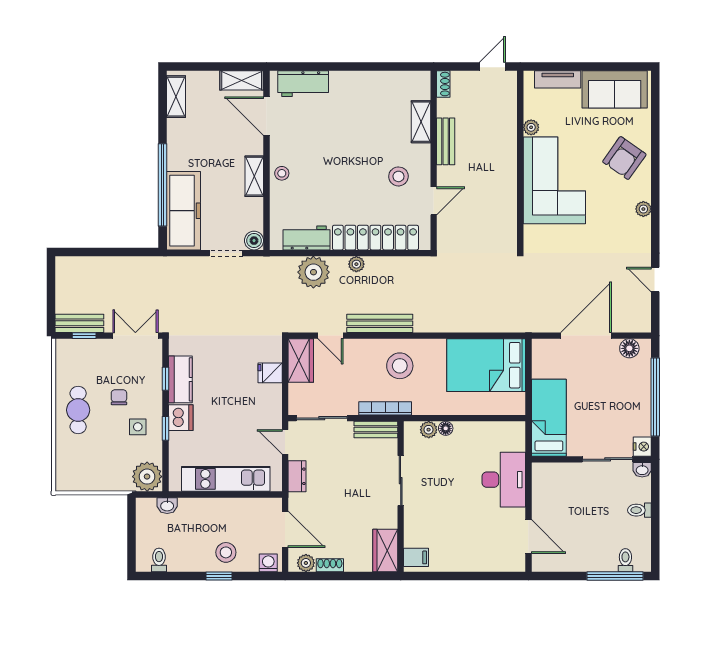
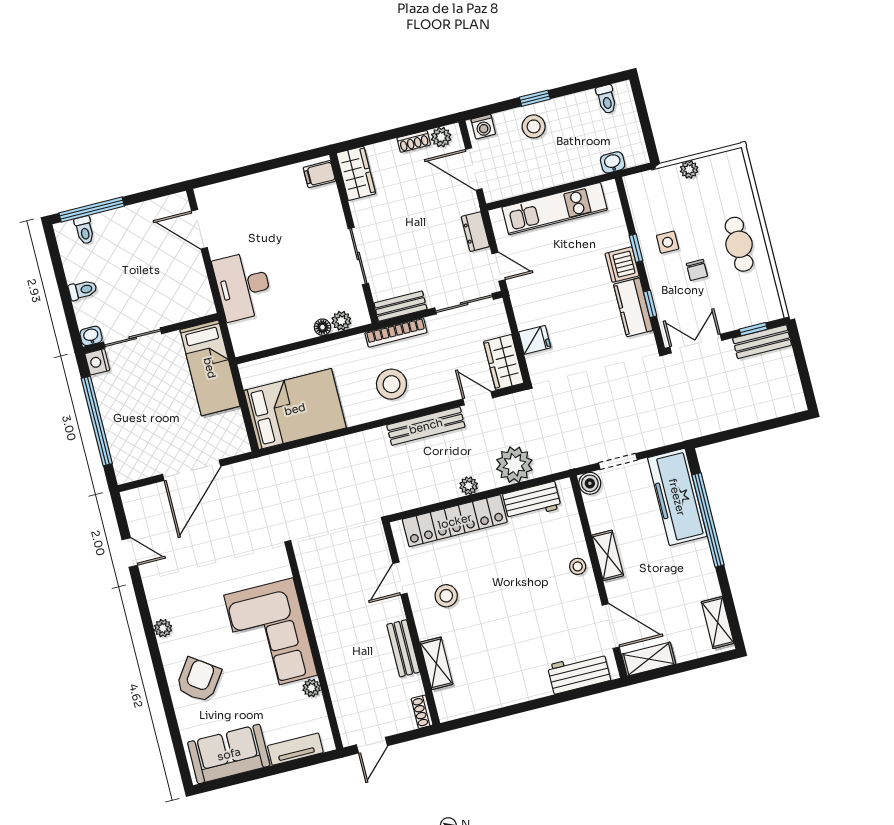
double door: (135, 336) -> (696, 344), swing flipped
floor lamp: (629, 348) -> (139, 468), removed
plant: (147, 477) -> (689, 169), moved, width x0.53, depth x0.53

